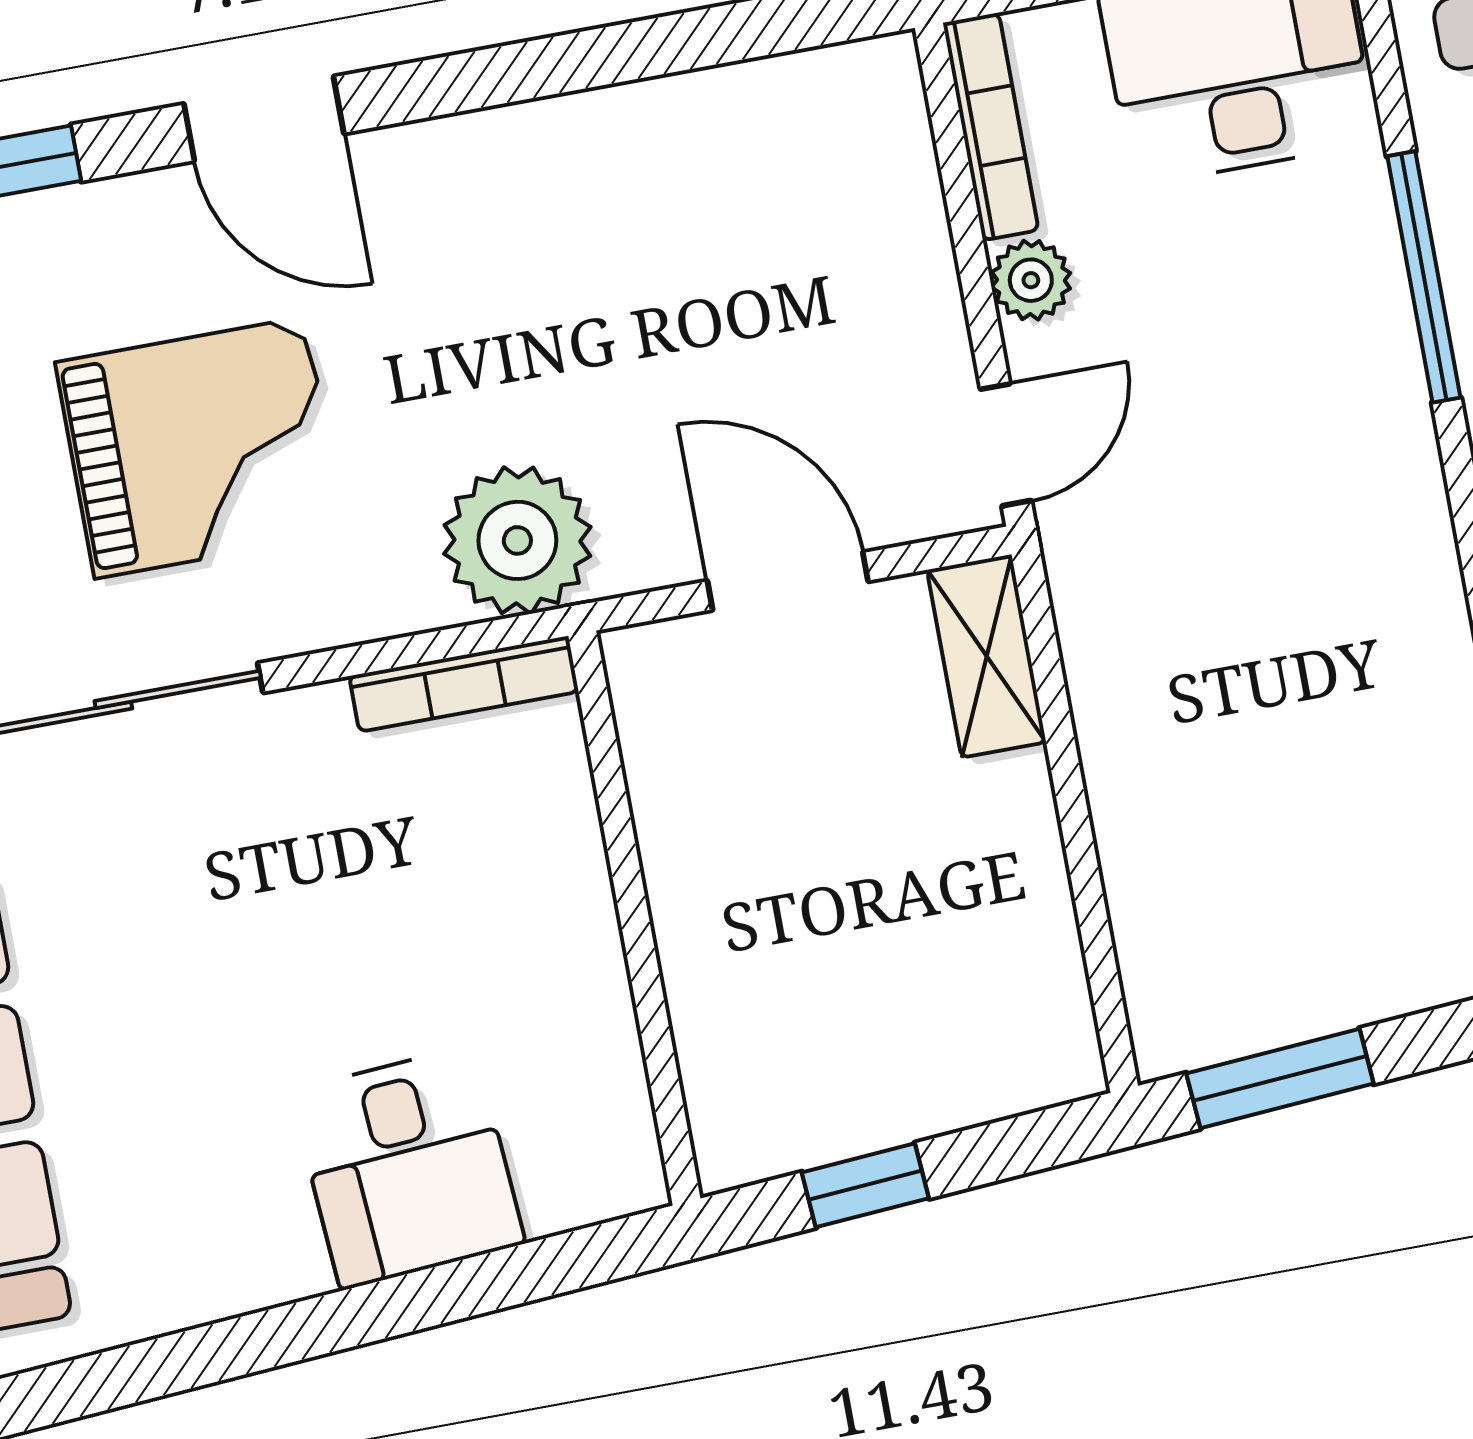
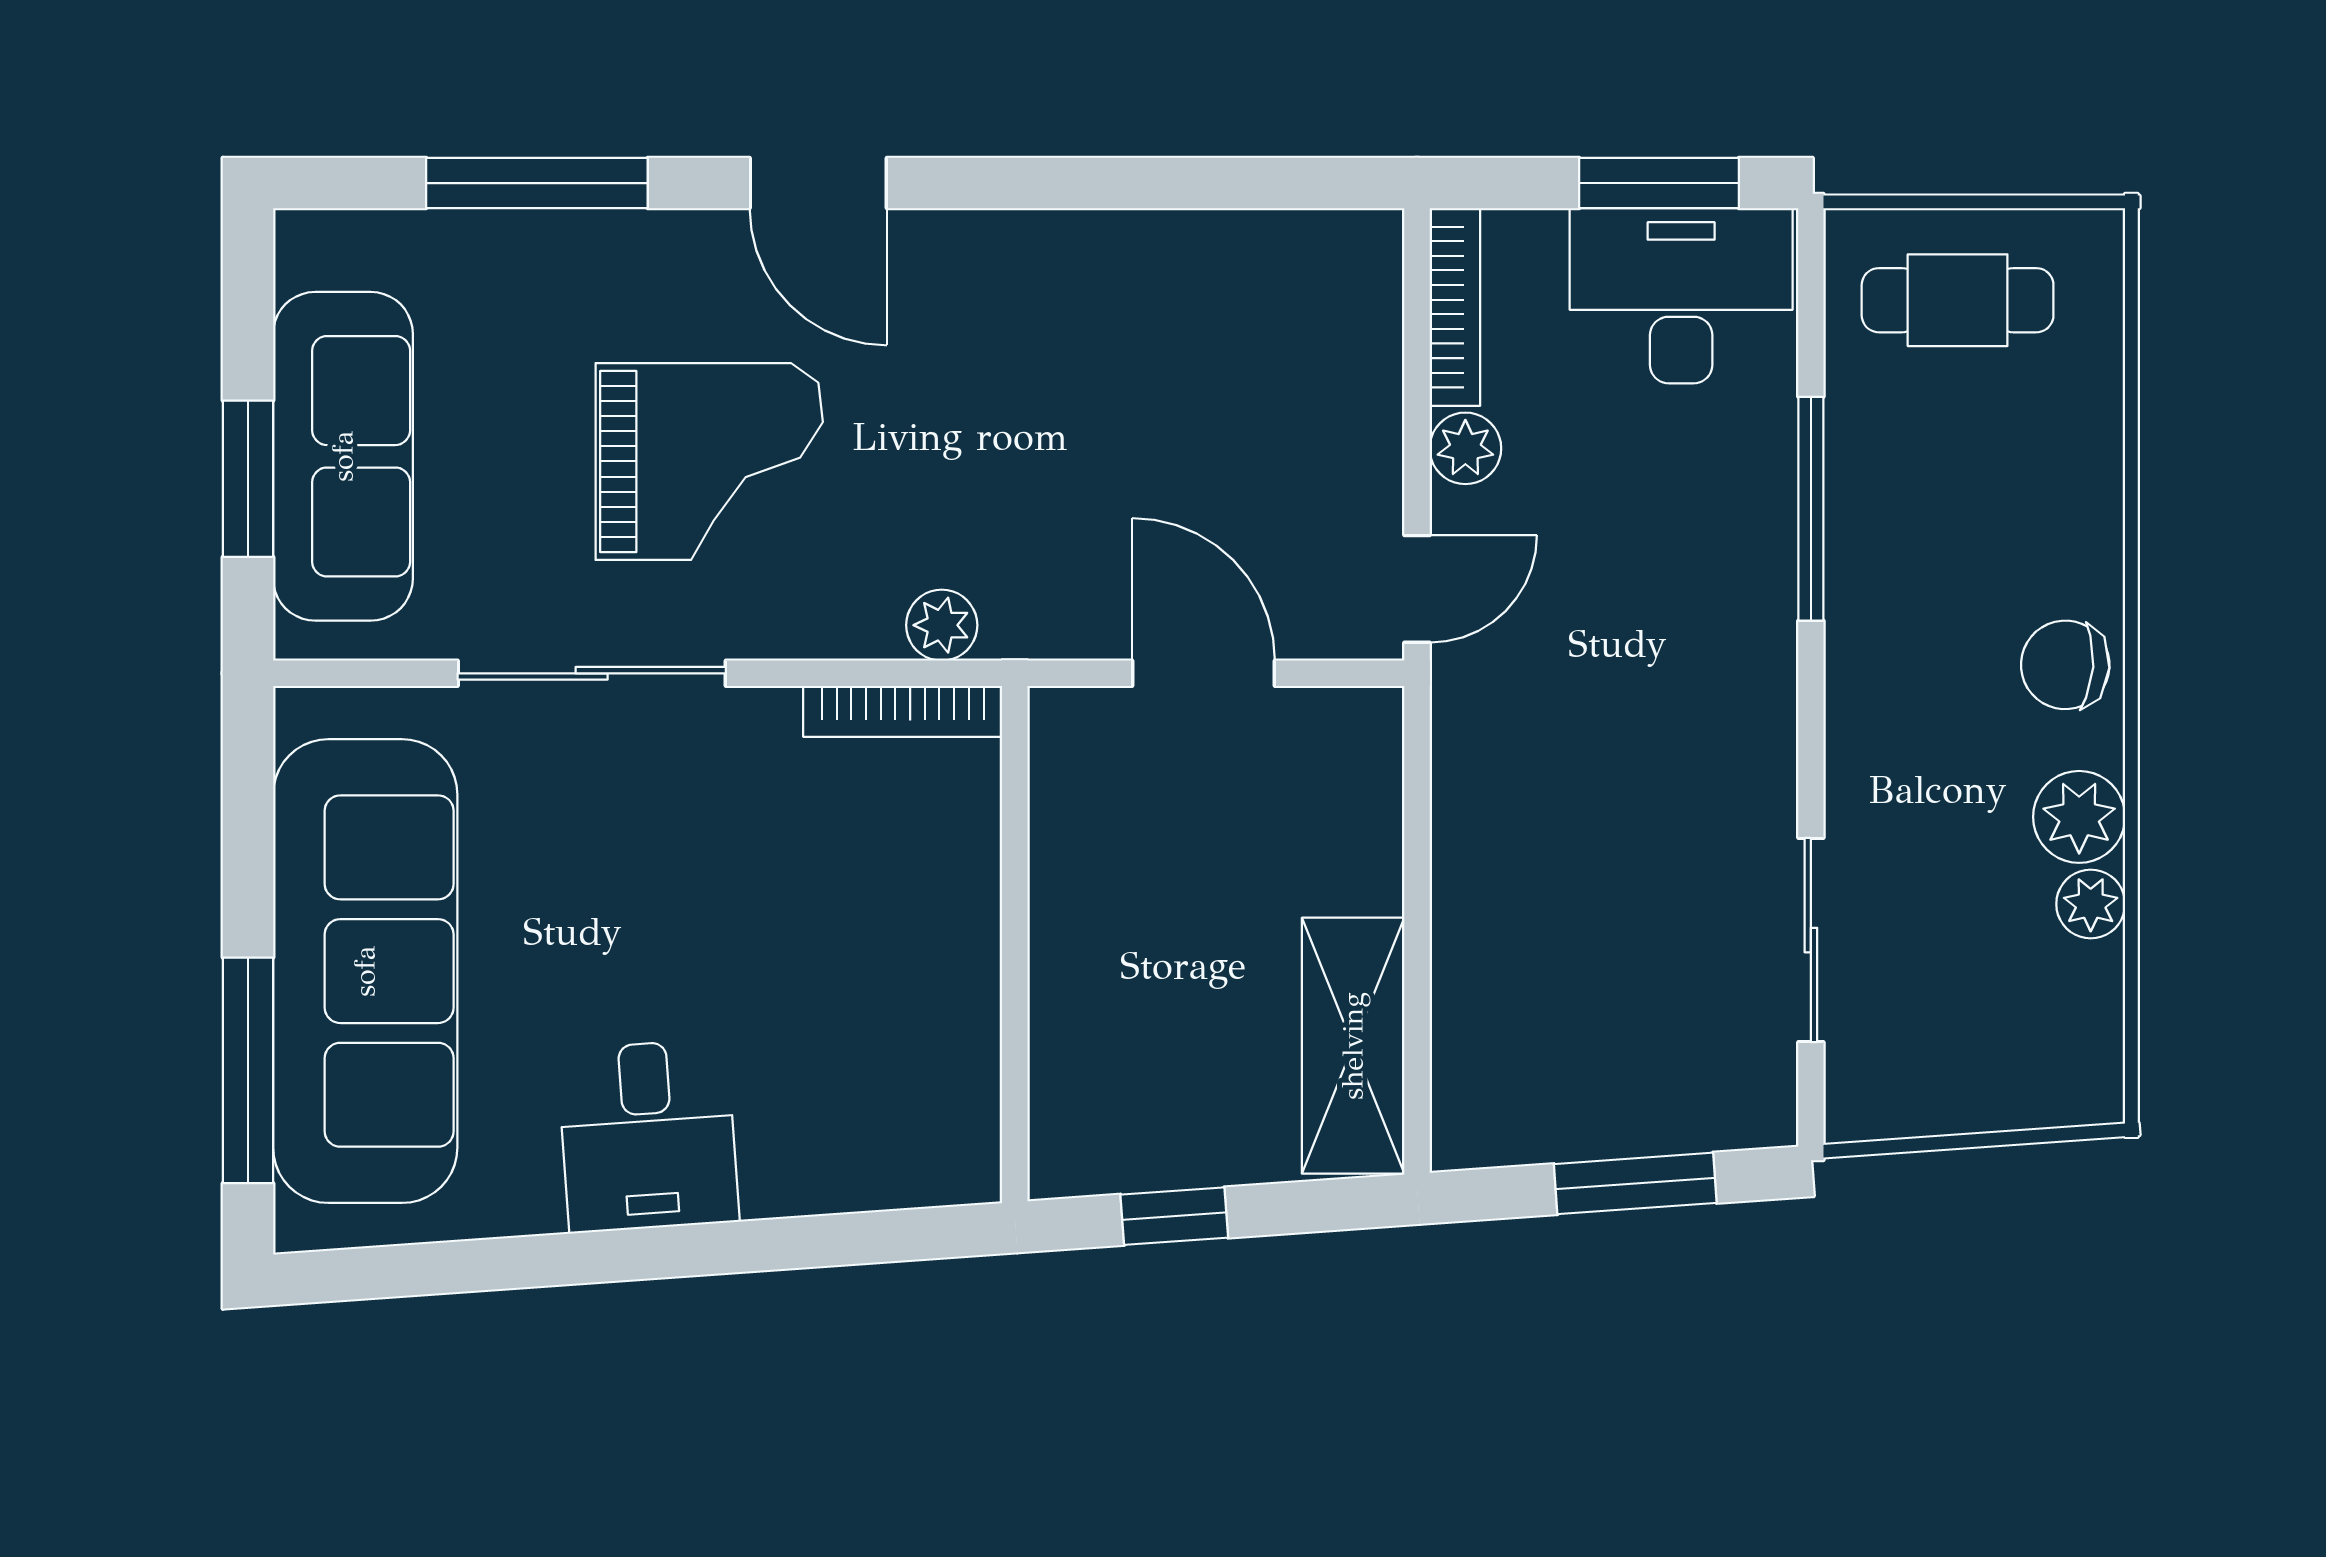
plant: (517, 540) -> (942, 625), width x0.53, depth x0.53
shelving: (987, 656) -> (1353, 1046), moved, width x1.50, depth x1.33
window: (1280, 1078) -> (1635, 1183), moved
desk: (408, 1167) -> (648, 1136), moved

